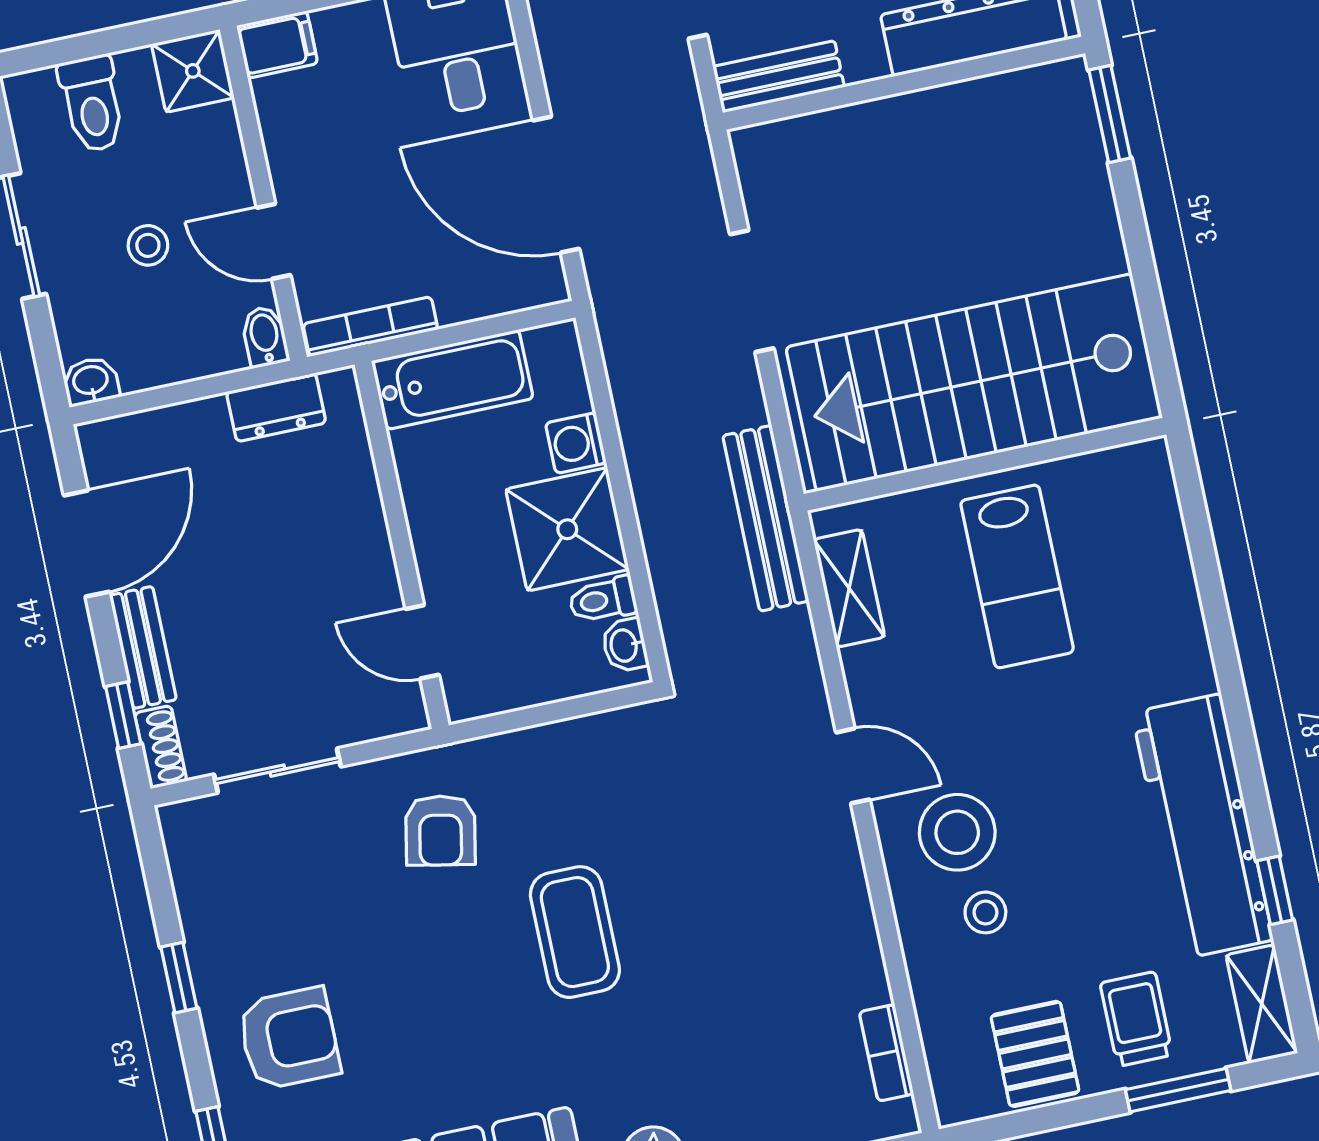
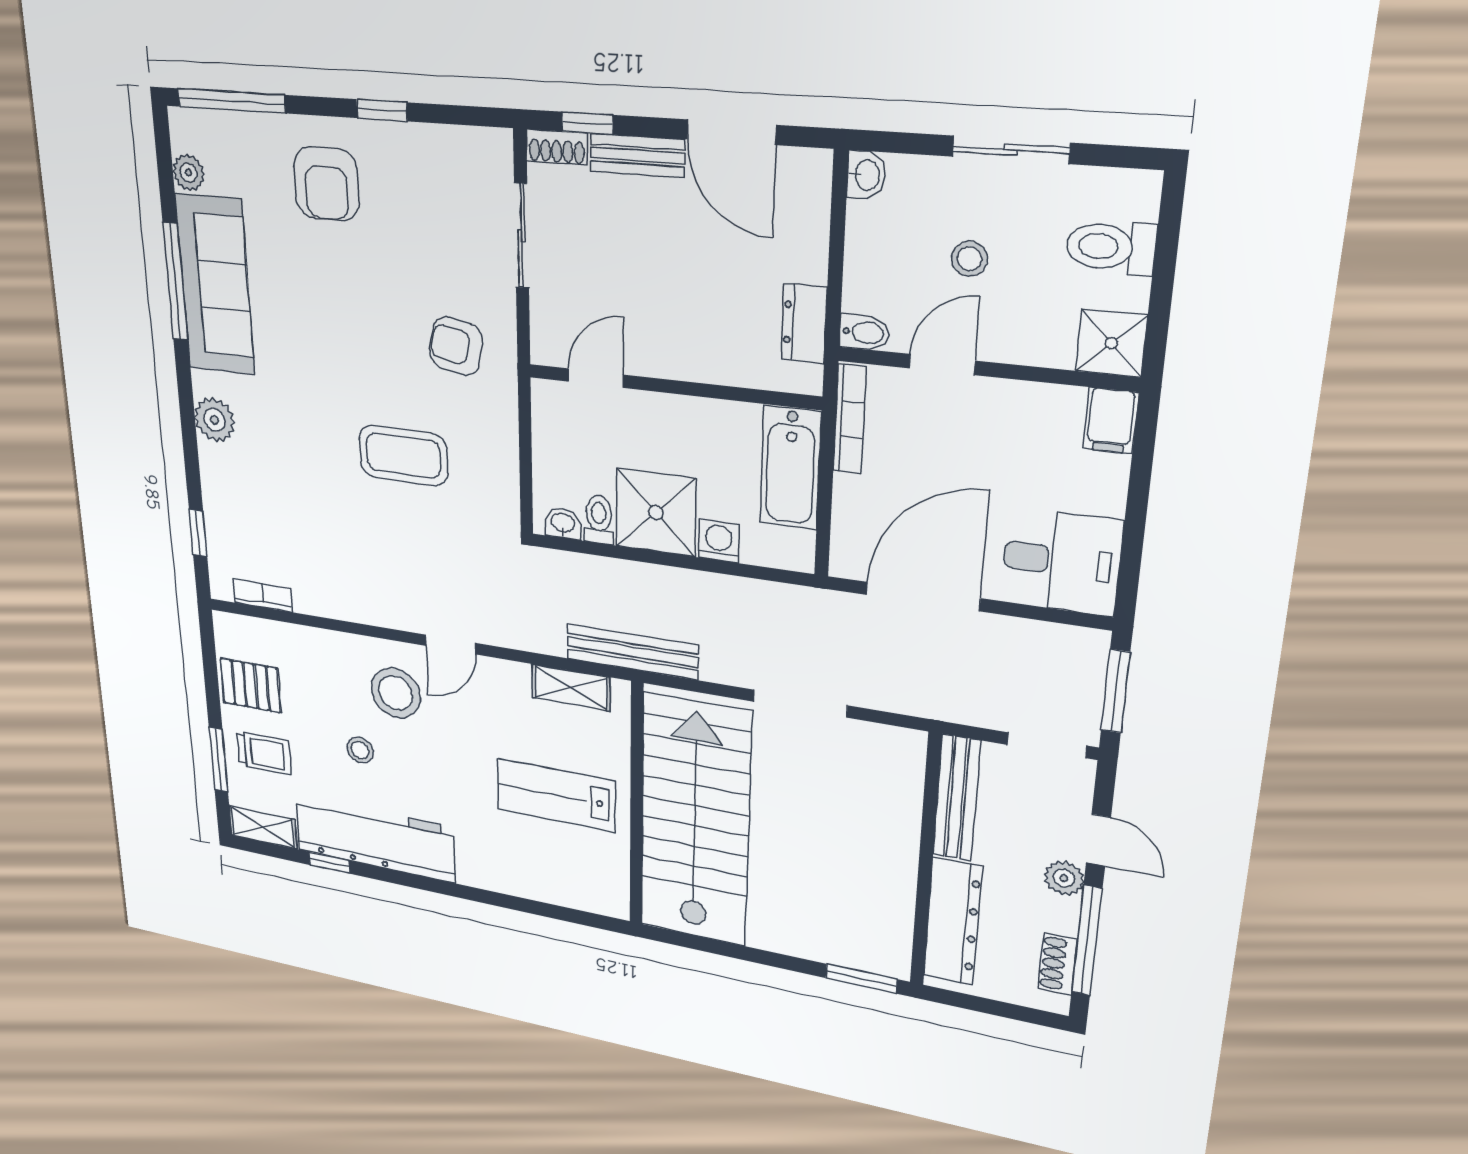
bench: (779, 77) -> (957, 798), width x1.36
stool: (985, 912) -> (360, 750), moved
coffee table: (575, 932) -> (403, 456), moved

